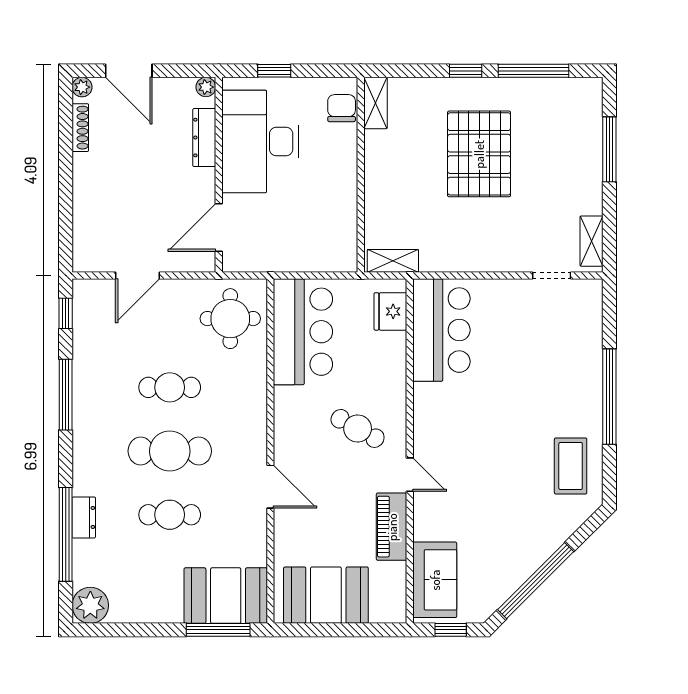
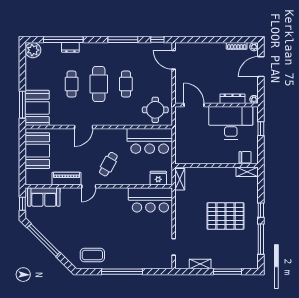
shelving: (592, 241) -> (200, 264), moved
door: (138, 275) -> (174, 60), moved

